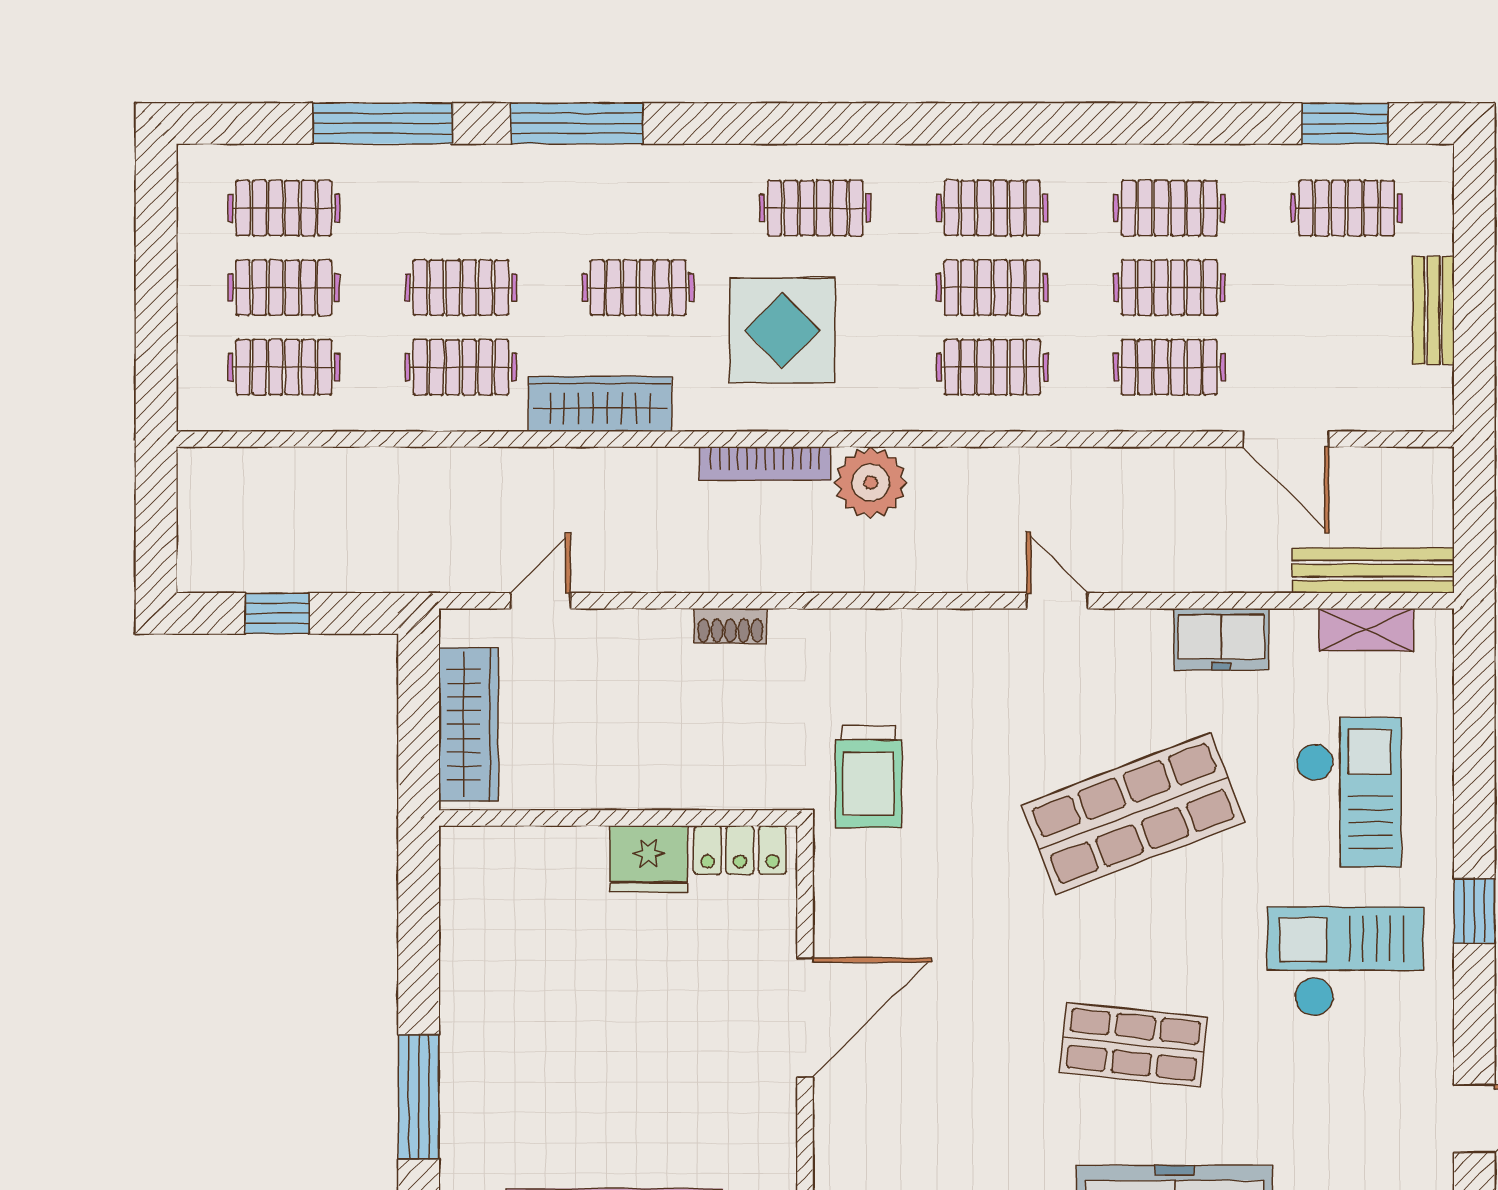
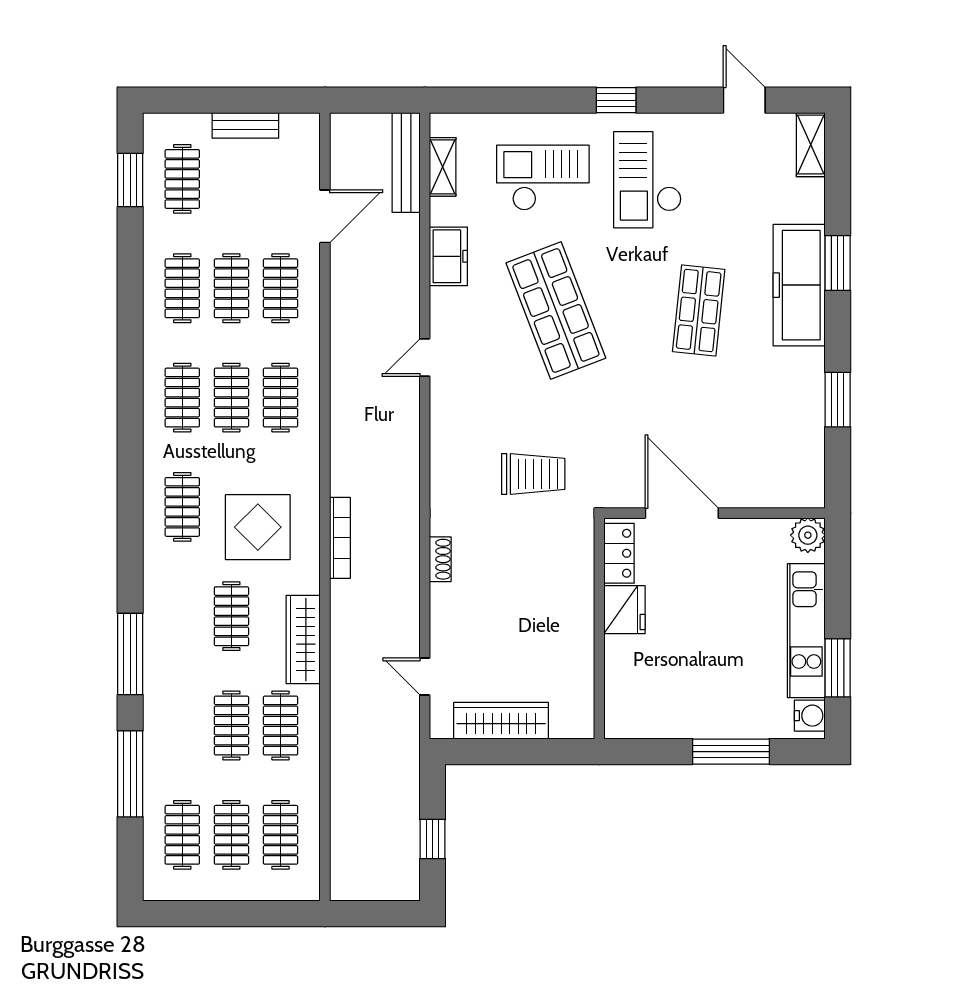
plant: (871, 483) -> (352, 473), removed
wall: (618, 818) -> (599, 628), moved
locker: (740, 850) -> (619, 553), moved
fridge: (649, 859) -> (624, 610), moved

